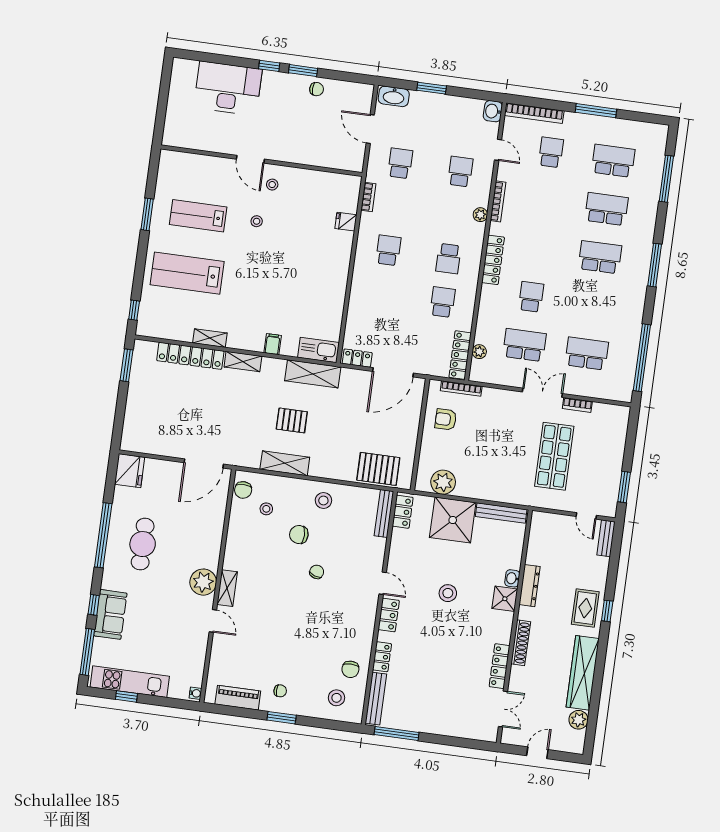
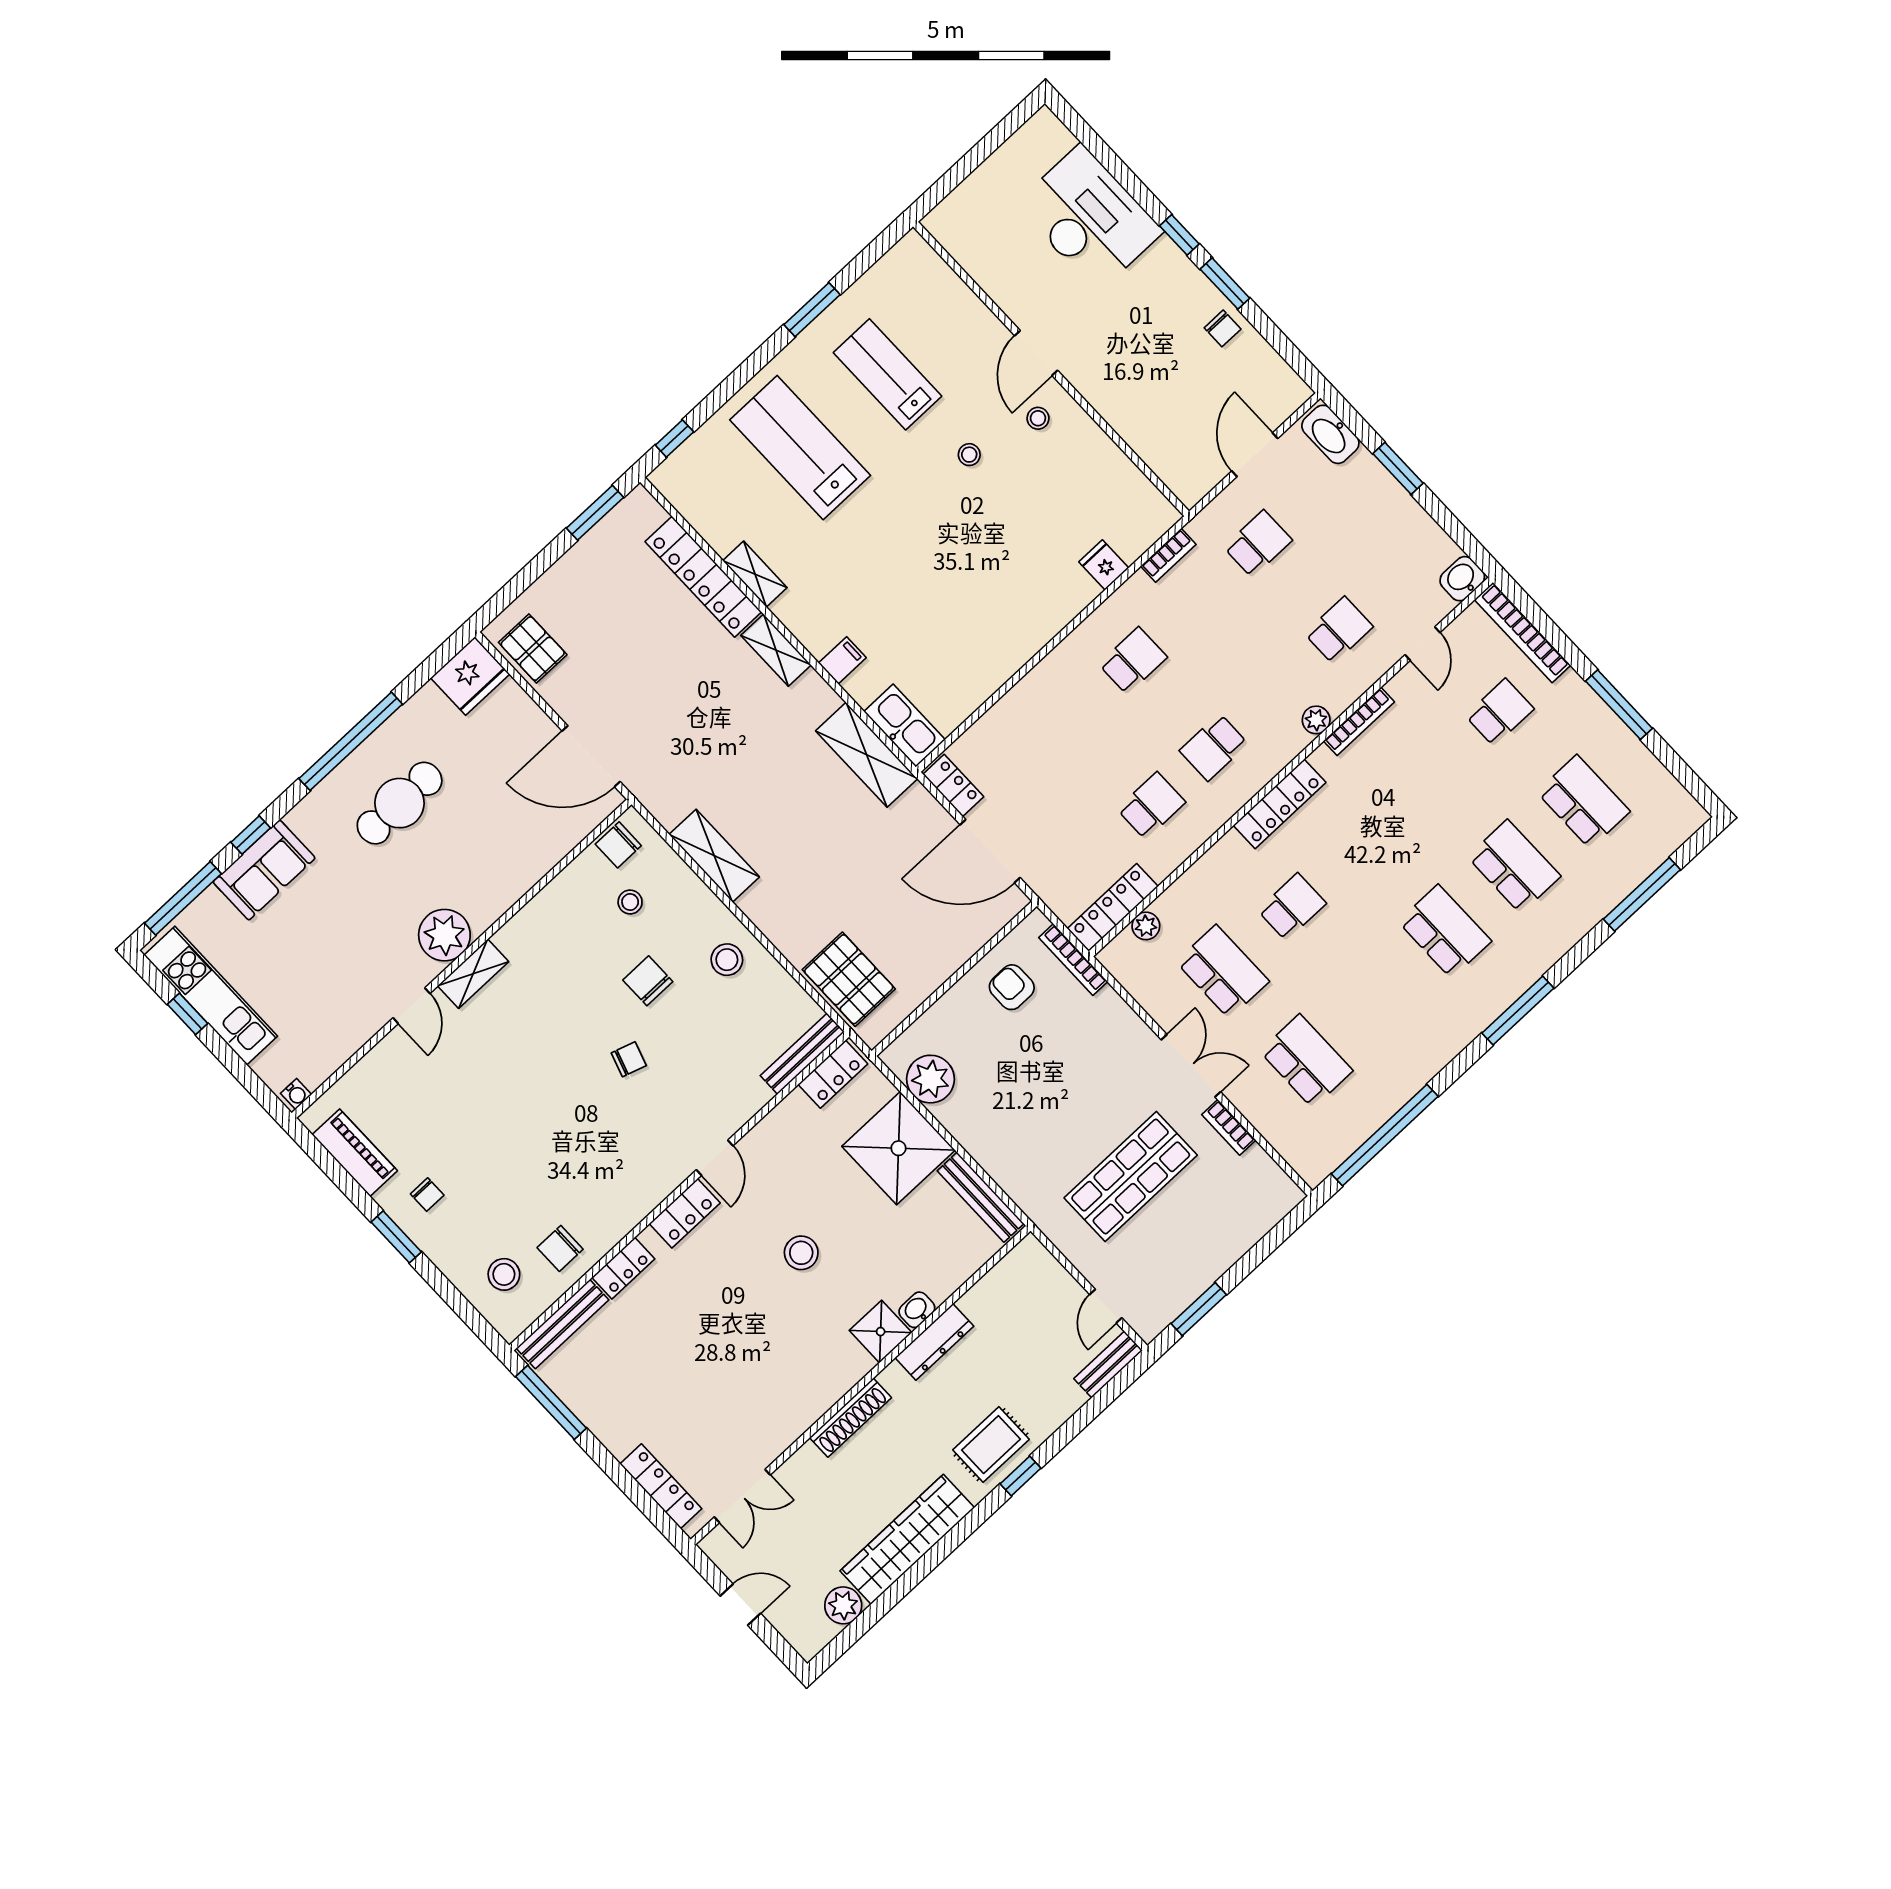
pallet: (292, 420) -> (533, 649), moved
locker: (500, 666) -> (661, 1486), moved, turned 90

